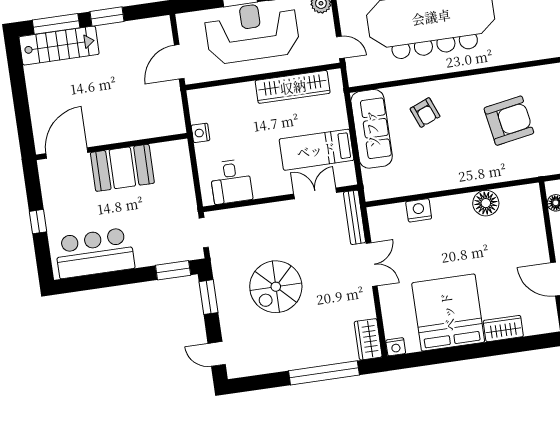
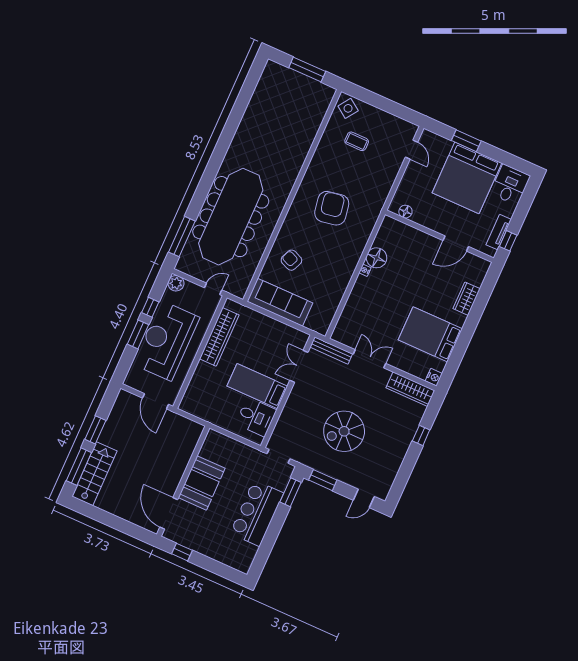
armchair: (425, 113) -> (291, 260), turned -135
nightstand: (201, 133) -> (211, 417), removed
bed: (316, 150) -> (257, 386), moved, turned 90
nightstand: (419, 210) -> (365, 270), moved, width x0.53, depth x0.56
window: (38, 222) -> (182, 552), moved
bar counter: (95, 253) -> (257, 513), moved
spiral stairs: (276, 287) -> (344, 431), turned 90
bed: (448, 312) -> (430, 334), width x0.73
wardrobe: (368, 339) -> (410, 389), width x1.50
window: (324, 373) -> (421, 435), width x0.32

